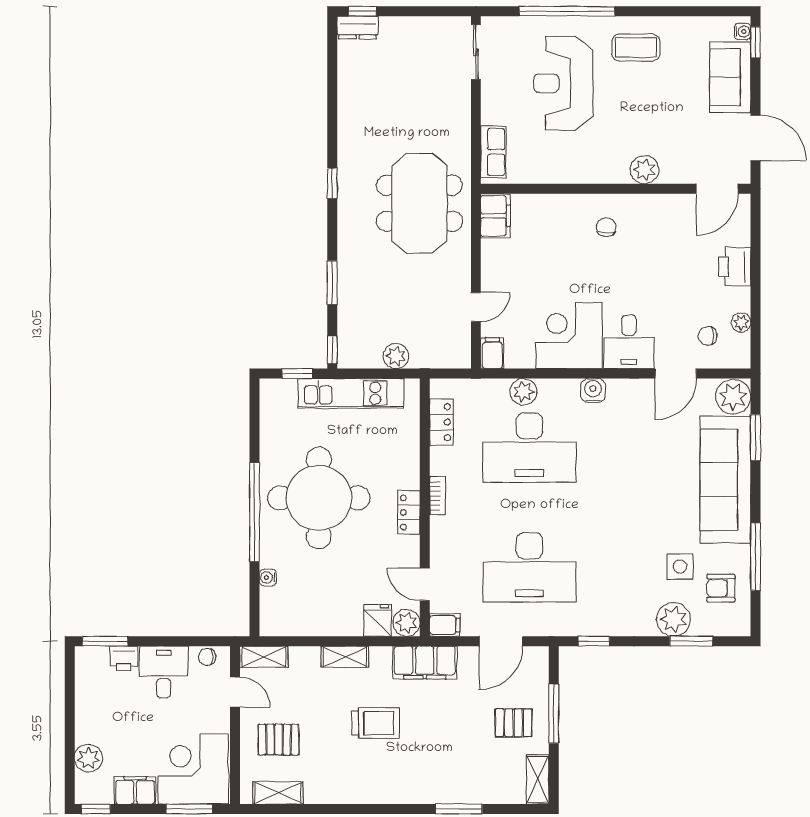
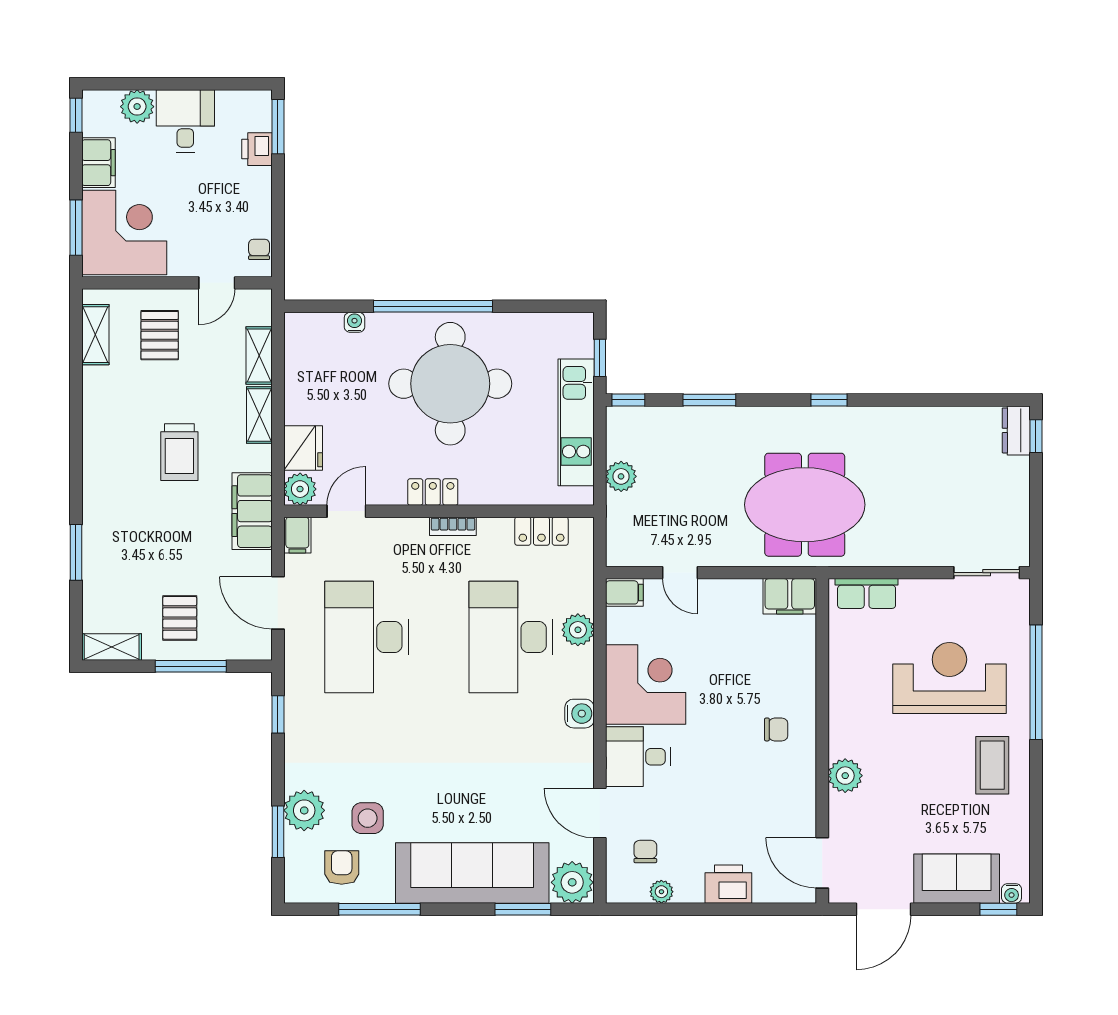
fridge: (378, 620) -> (303, 448), width x1.38
shelving: (264, 657) -> (259, 356), moved
desk: (164, 672) -> (185, 121), moved, turned -90

